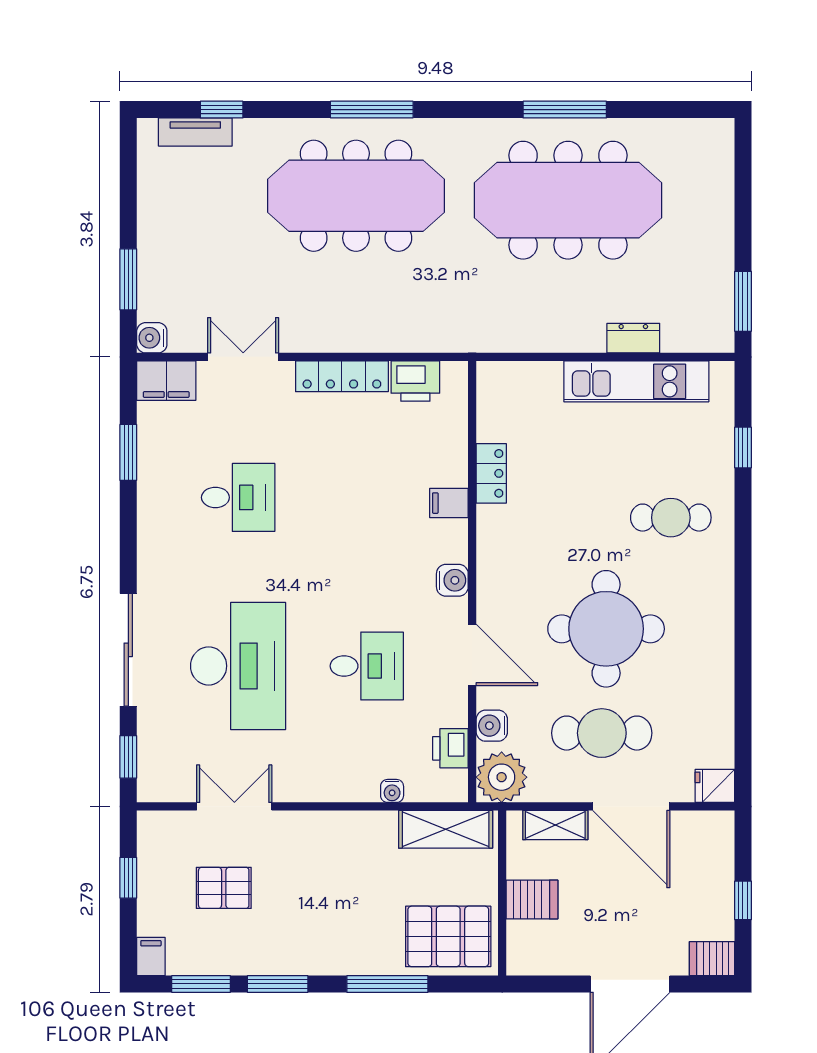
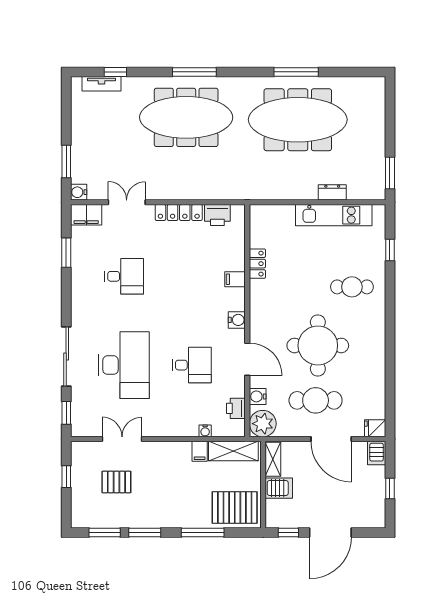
shelving: (555, 825) -> (273, 459), moved, turned 90
filing cabinet: (151, 957) -> (200, 451), moved, turned 180
server rack: (712, 959) -> (377, 453), moved, turned -90
window: (550, 984) -> (288, 533), added

